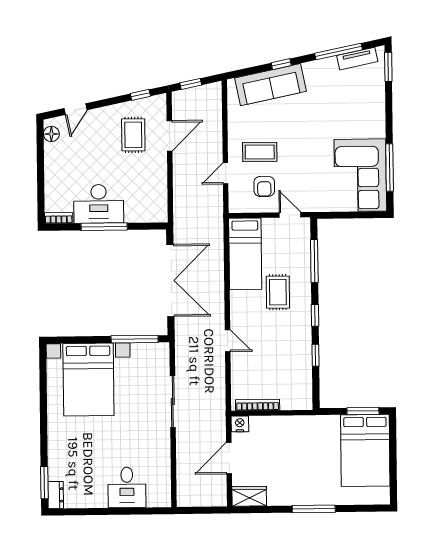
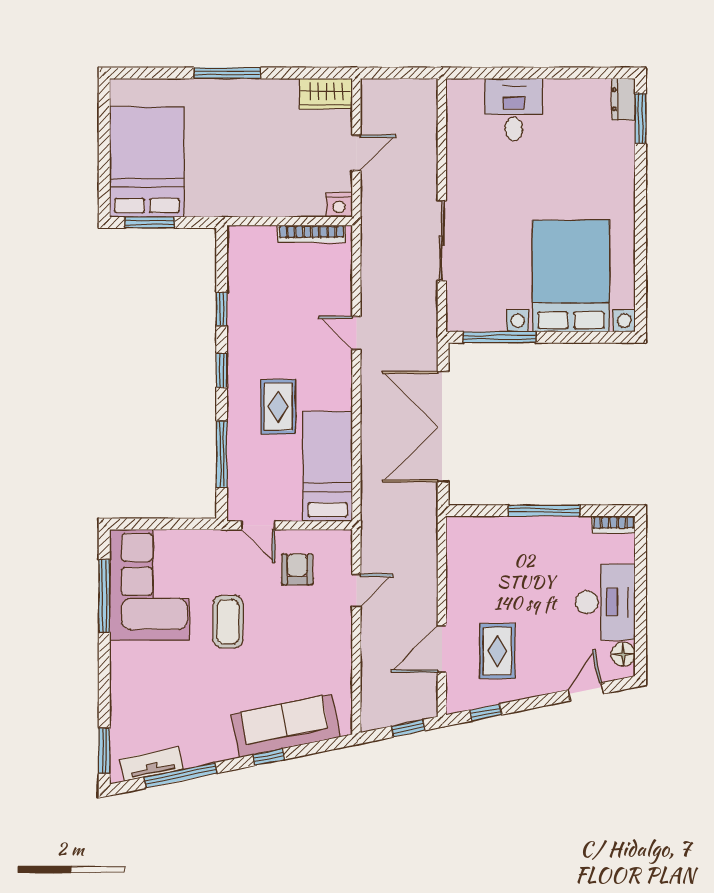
coffee table: (260, 152) -> (228, 622), moved, turned 90
desk: (99, 204) -> (605, 602), moved, turned 90
door: (229, 458) -> (356, 153), width x0.73

